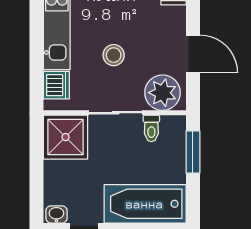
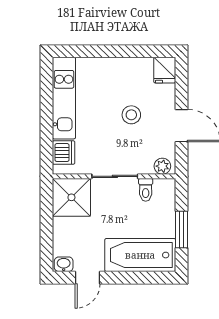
stool: (114, 55) -> (131, 115), moved
plant: (163, 93) -> (162, 166), width x0.53, depth x0.53
window: (193, 152) -> (182, 230), moved

